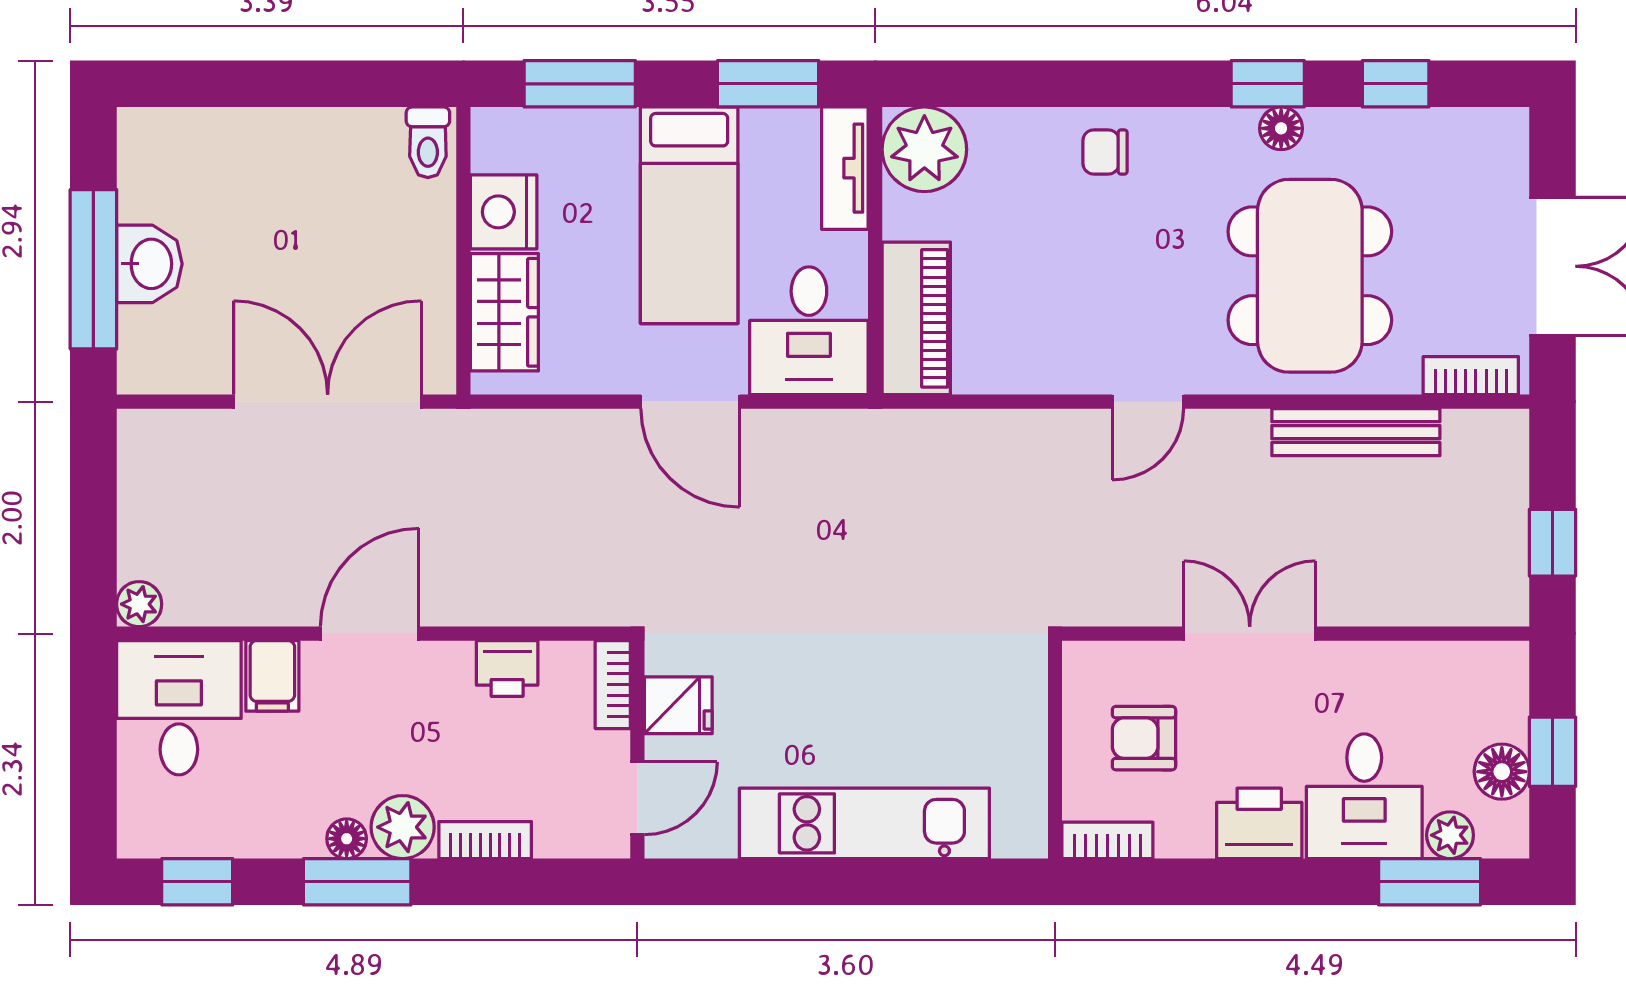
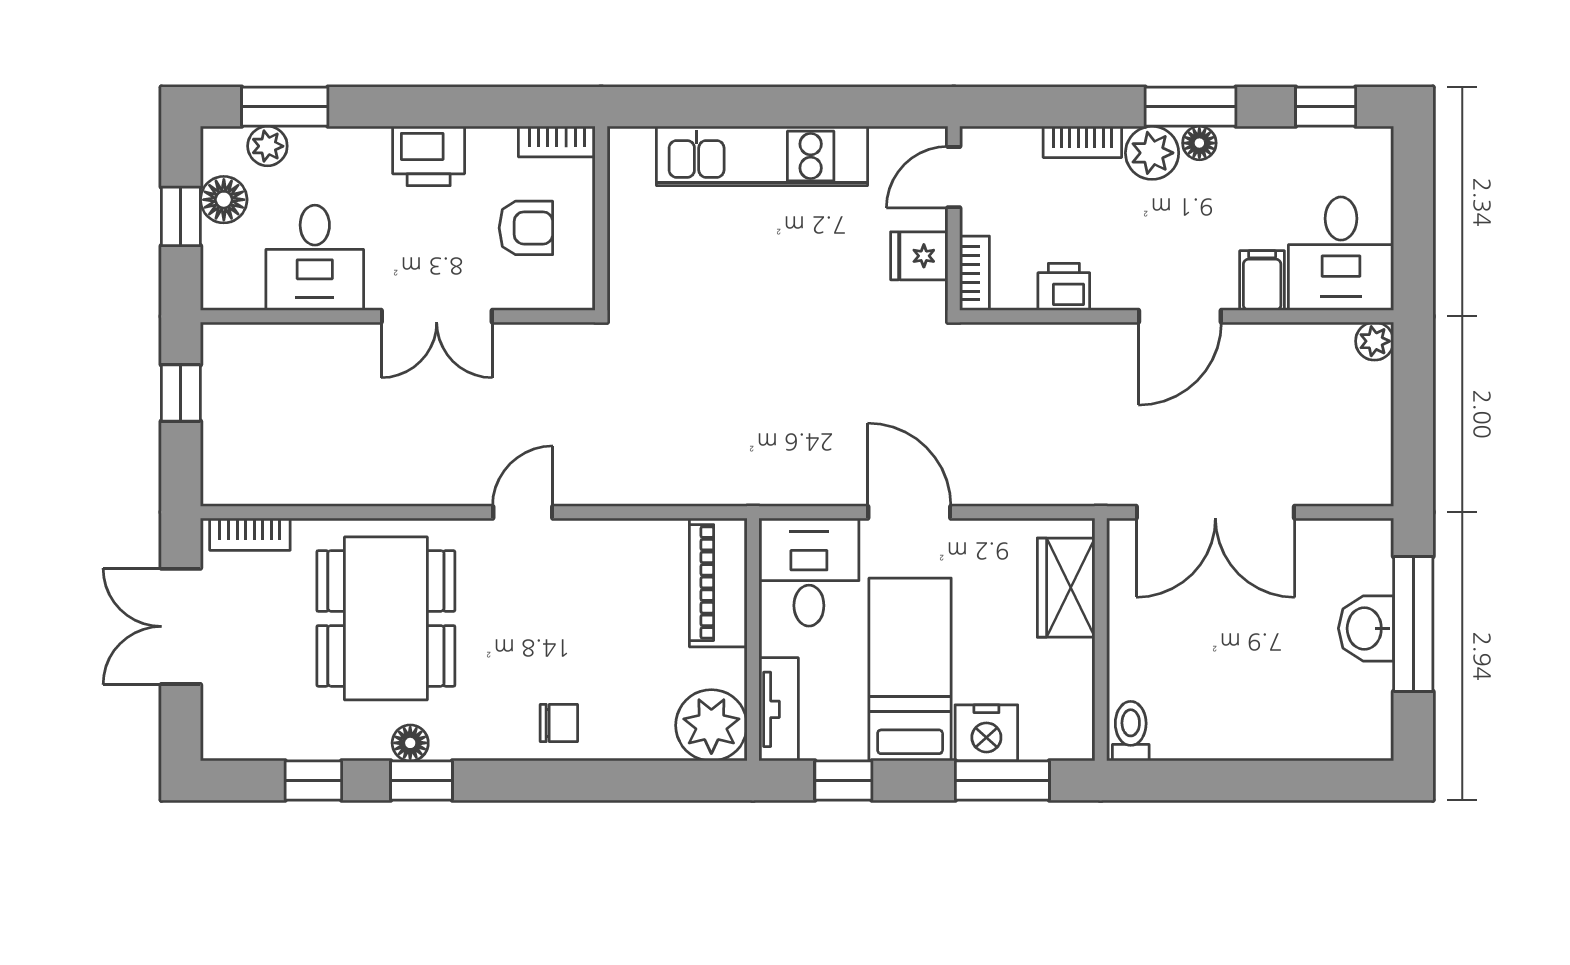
window: (768, 84) -> (843, 781), width x0.67
nightstand: (504, 212) -> (986, 733), moved, turned 90
bench: (1356, 432) -> (347, 486), removed
desk: (1364, 796) -> (315, 258), moved, turned 180

